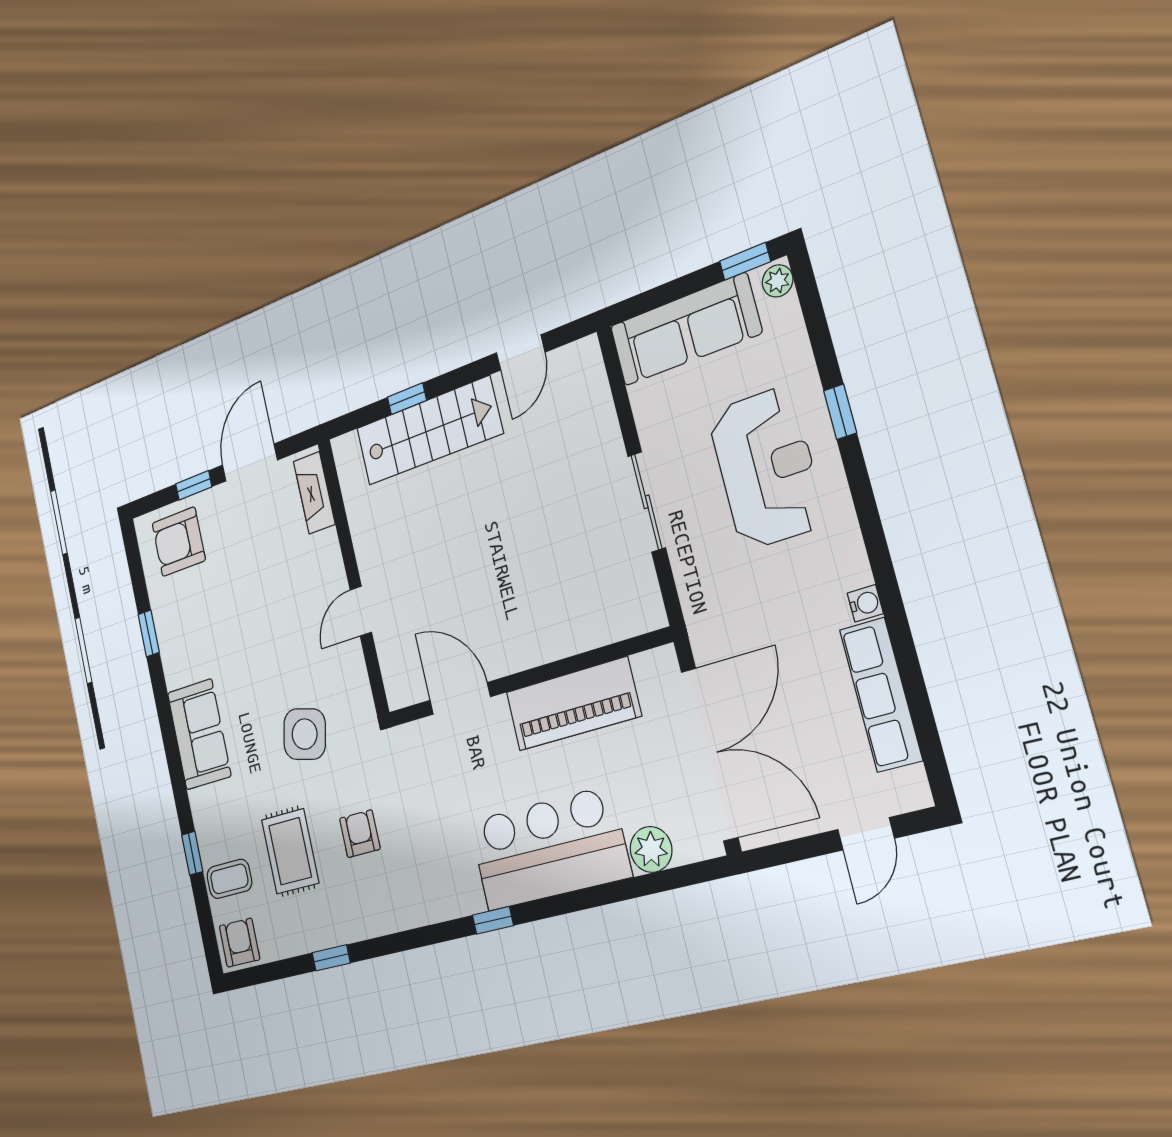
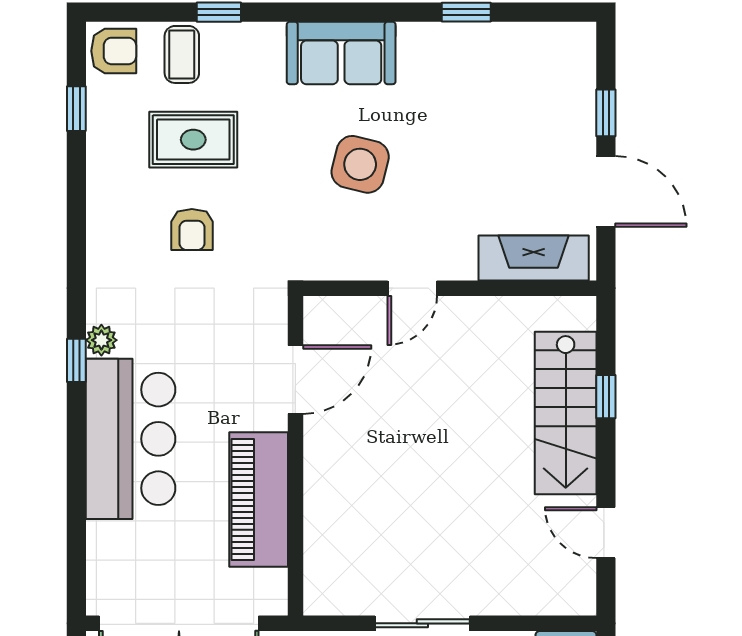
fireplace: (314, 493) -> (534, 258), width x1.37, depth x1.32
armchair: (179, 542) -> (552, 78), removed
door: (361, 611) -> (412, 288), swing flipped
side table: (305, 734) -> (360, 164), moved
armchair: (360, 834) -> (192, 230), turned 90
plant: (651, 849) -> (101, 340), moved, width x0.73, depth x0.73
window: (331, 958) -> (76, 109), moved

